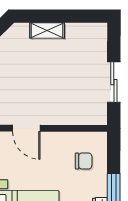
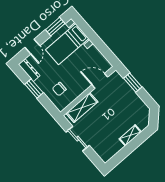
shelving: (76, 115) -> (82, 108), added

